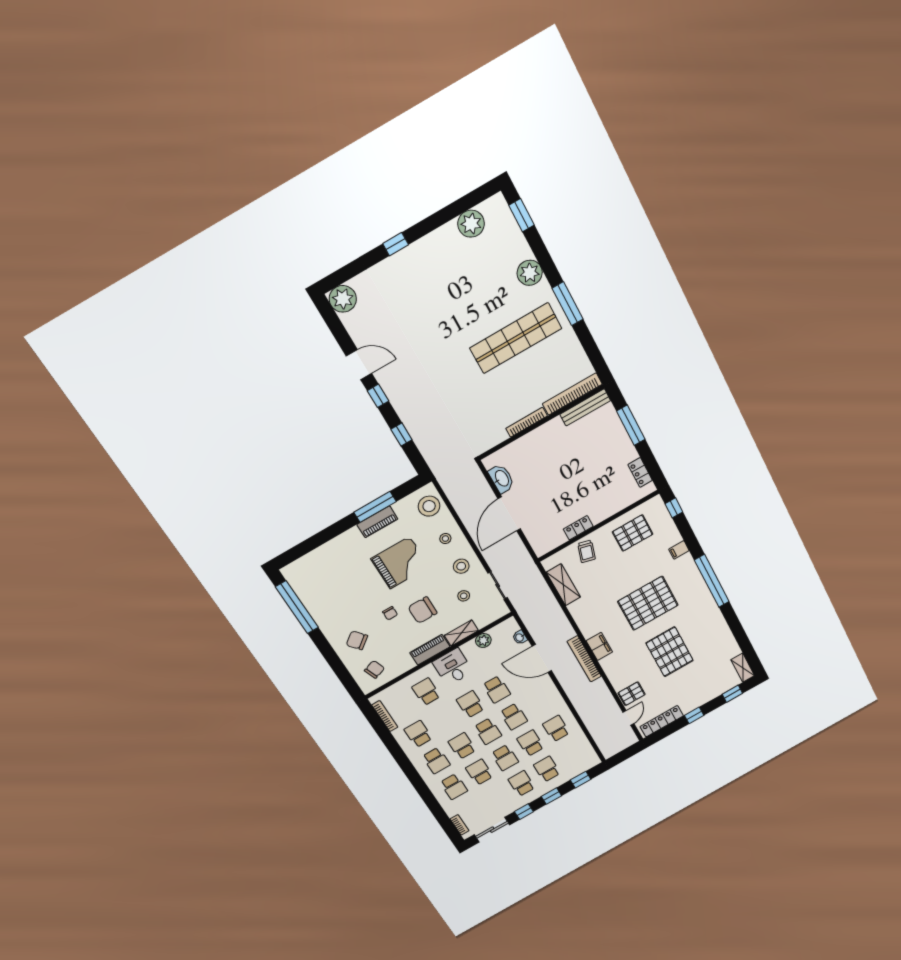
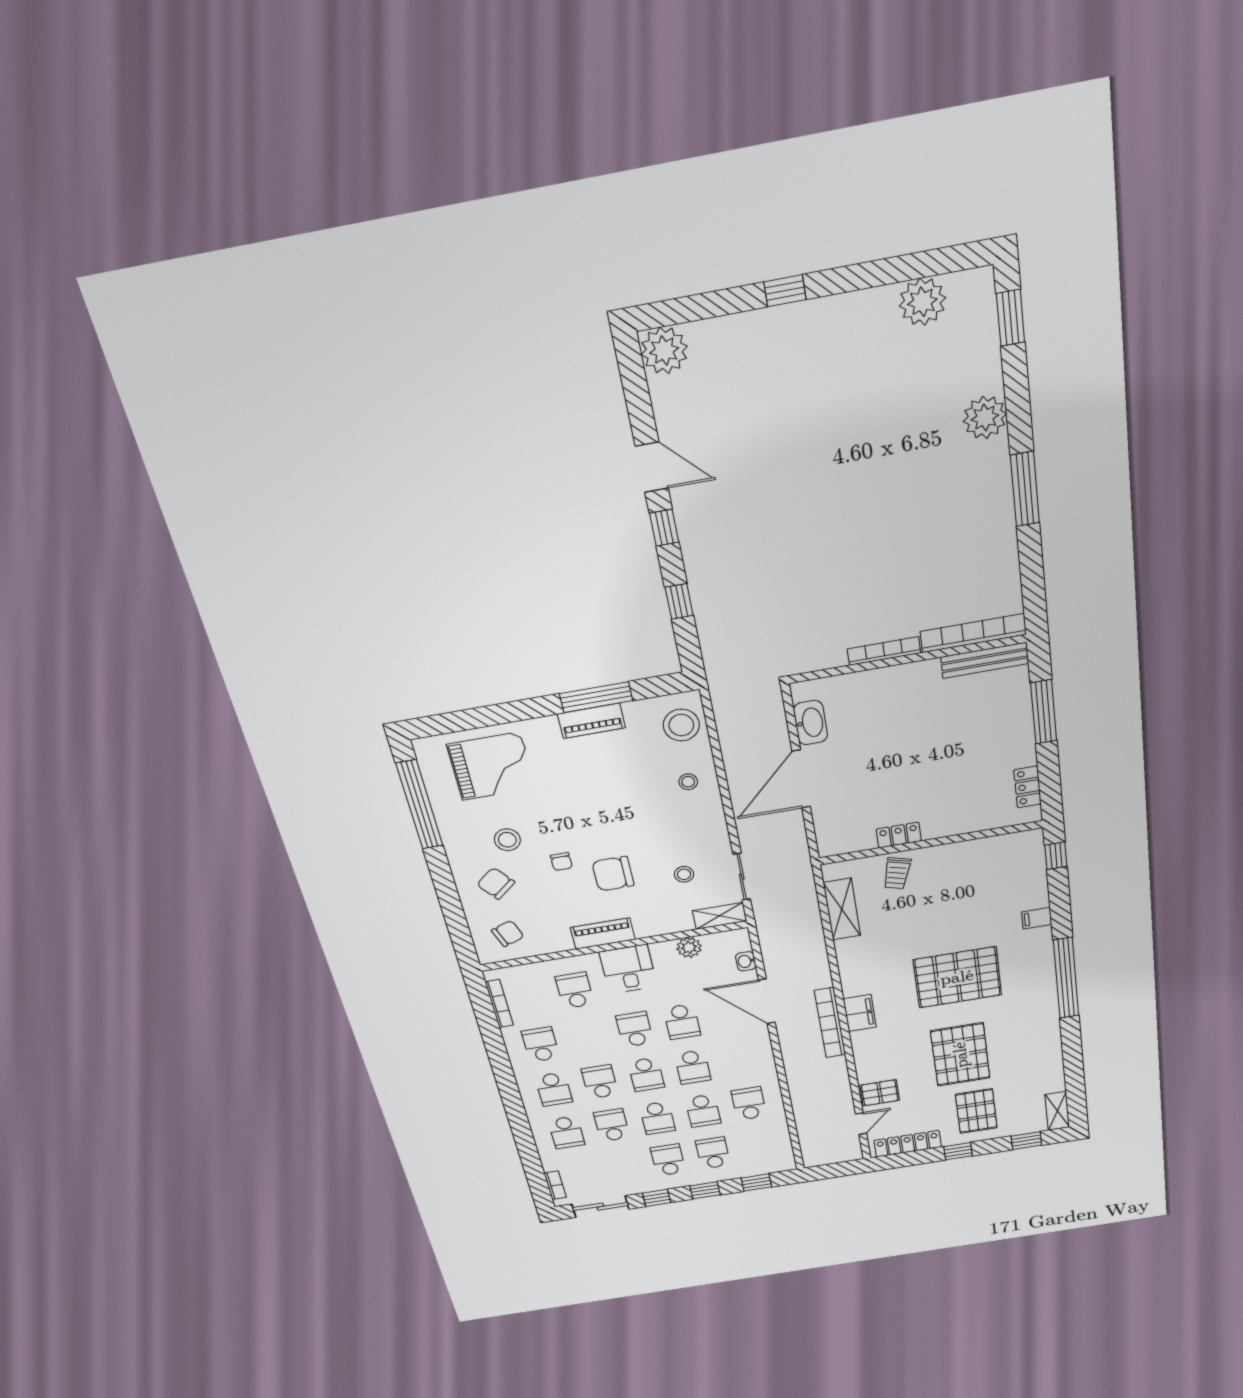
shop shelf: (516, 338) -> (920, 515), removed
pallet: (633, 533) -> (976, 1111), moved, turned 90
grand piano: (400, 563) -> (491, 766), moved
stool: (461, 566) -> (507, 840), moved
shelving: (461, 633) -> (720, 916), moved
school desk: (531, 743) -> (703, 1111), turned 180

